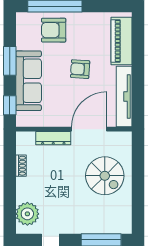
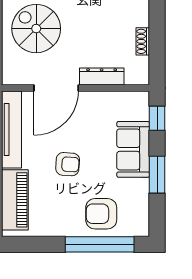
armchair: (54, 30) -> (101, 214), turned 180
sofa: (29, 81) -> (133, 149), width x0.73

